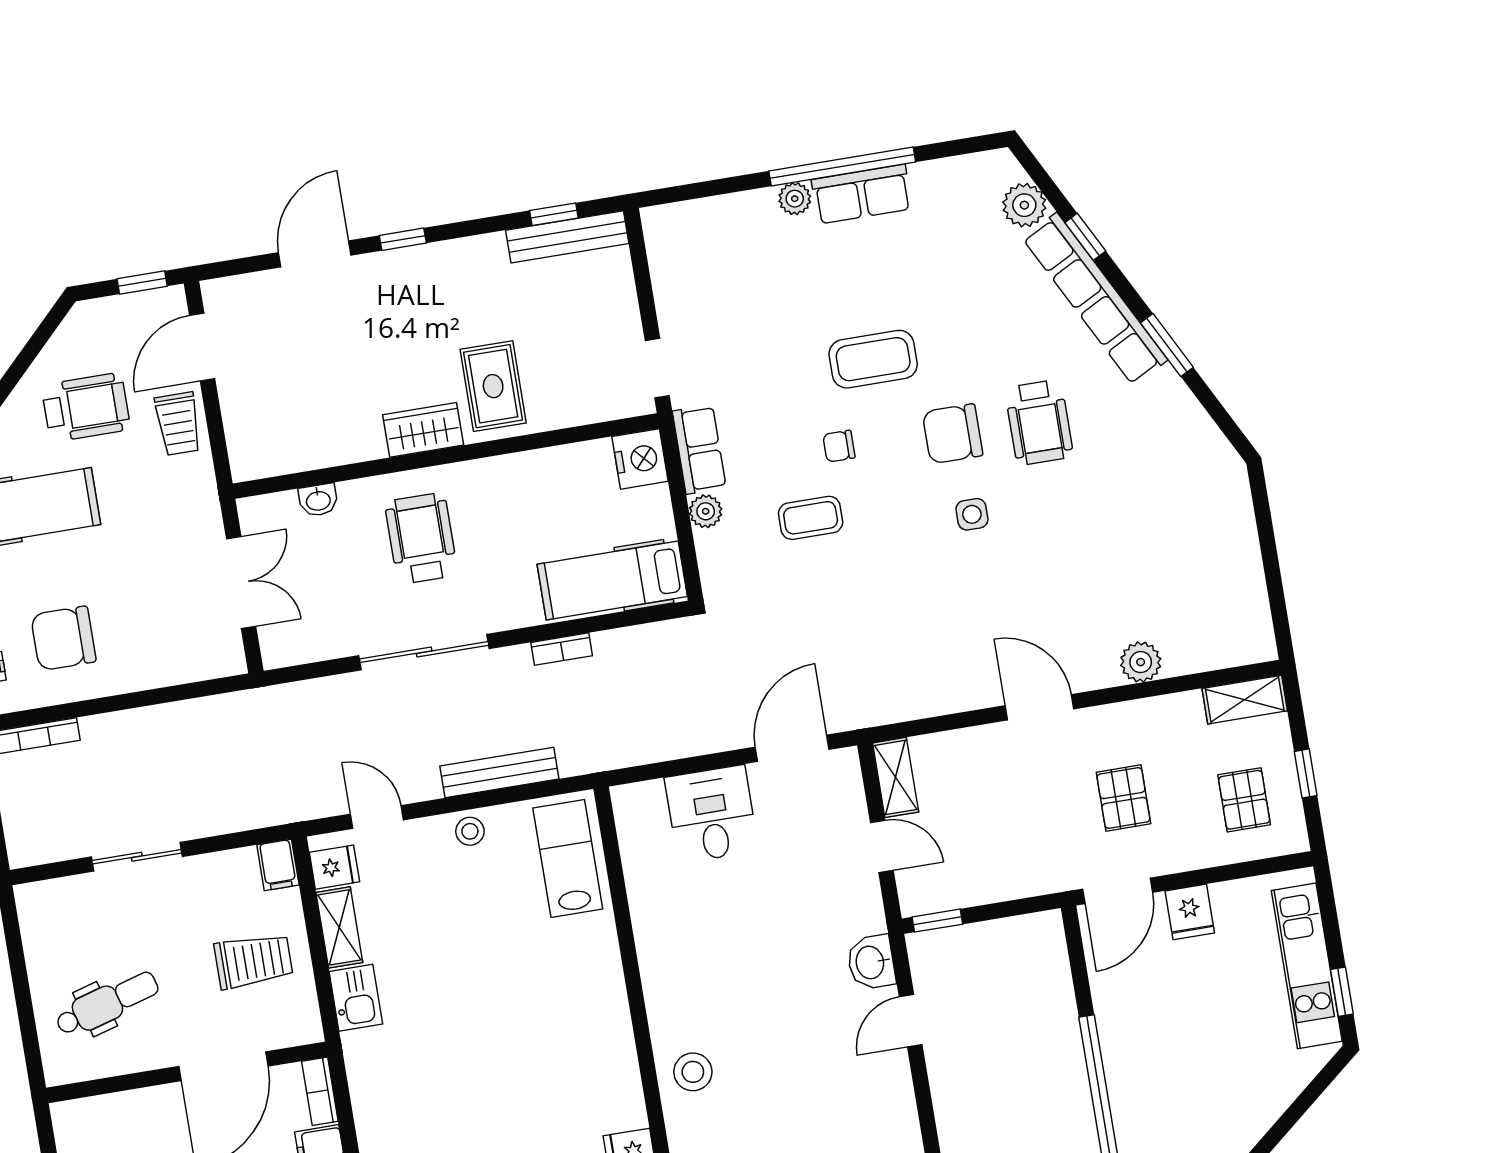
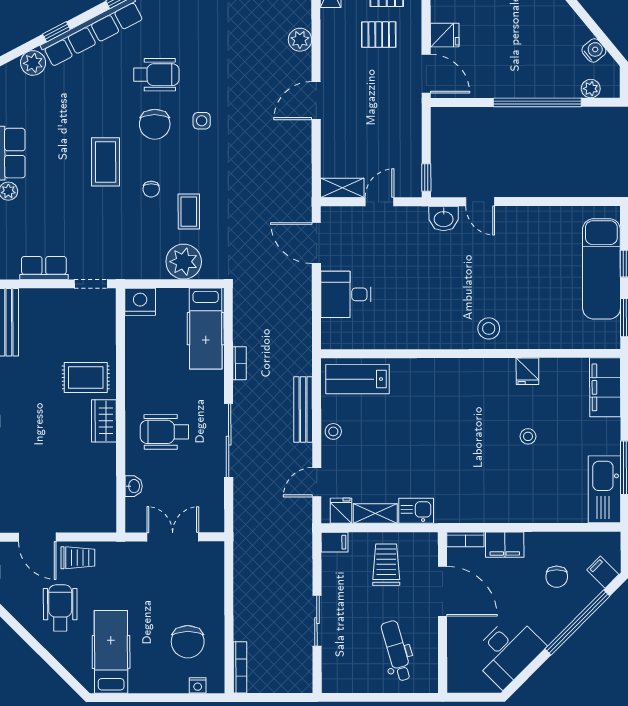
row of seats: (699, 449) -> (44, 268), moved
plant: (706, 511) -> (184, 262), width x1.88, depth x1.88
pallet: (1123, 798) -> (379, 35), moved

